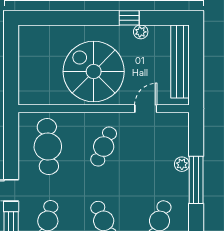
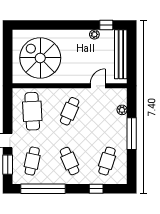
window: (129, 18) -> (106, 25), moved
spiral stairs: (94, 72) -> (40, 58), moved
plant: (182, 164) -> (122, 110), moved

